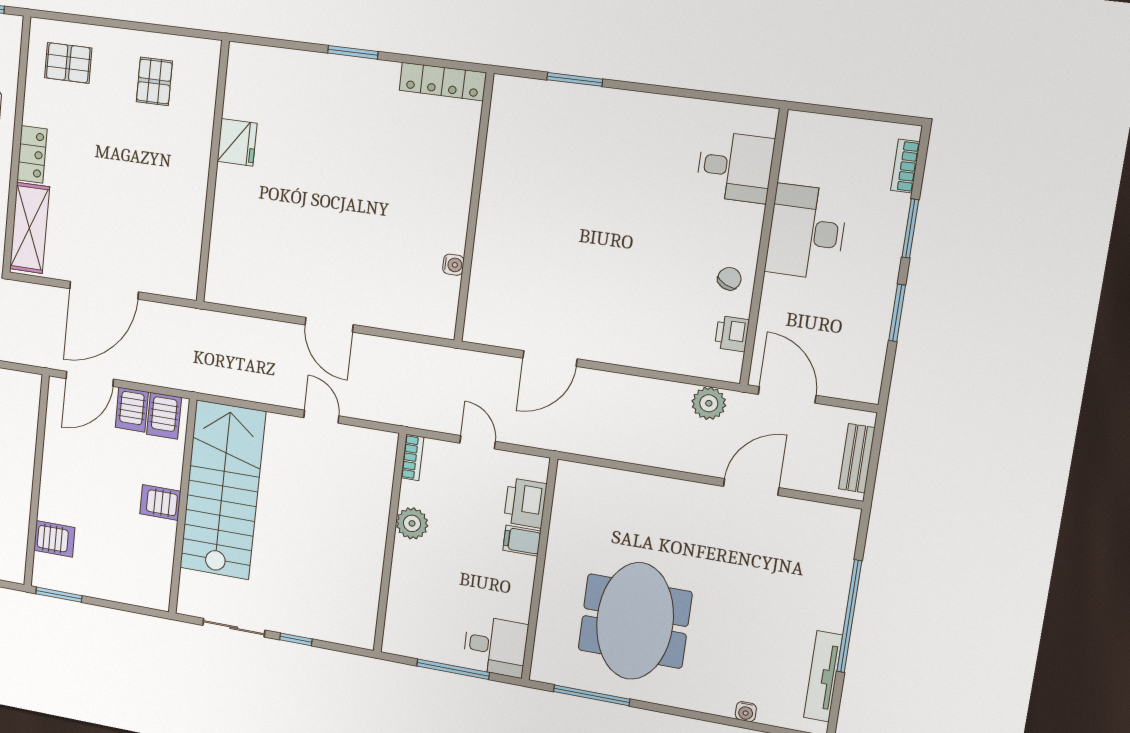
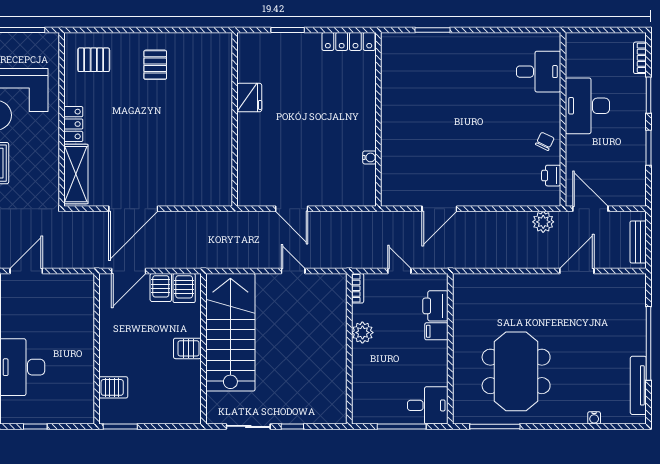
fridge: (237, 142) -> (249, 98), moved
wall: (213, 172) -> (235, 119), moved

